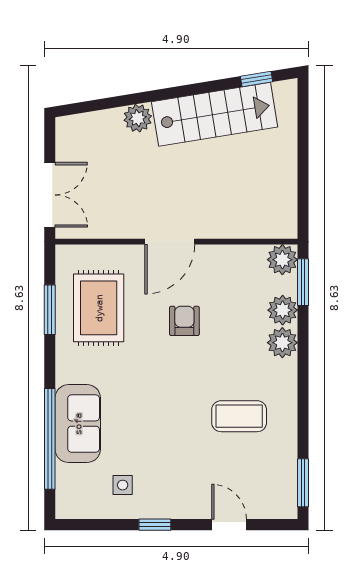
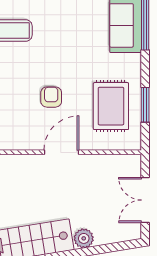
double door: (50, 195) -> (145, 200), moved
armchair: (184, 321) -> (51, 97), turned 180

